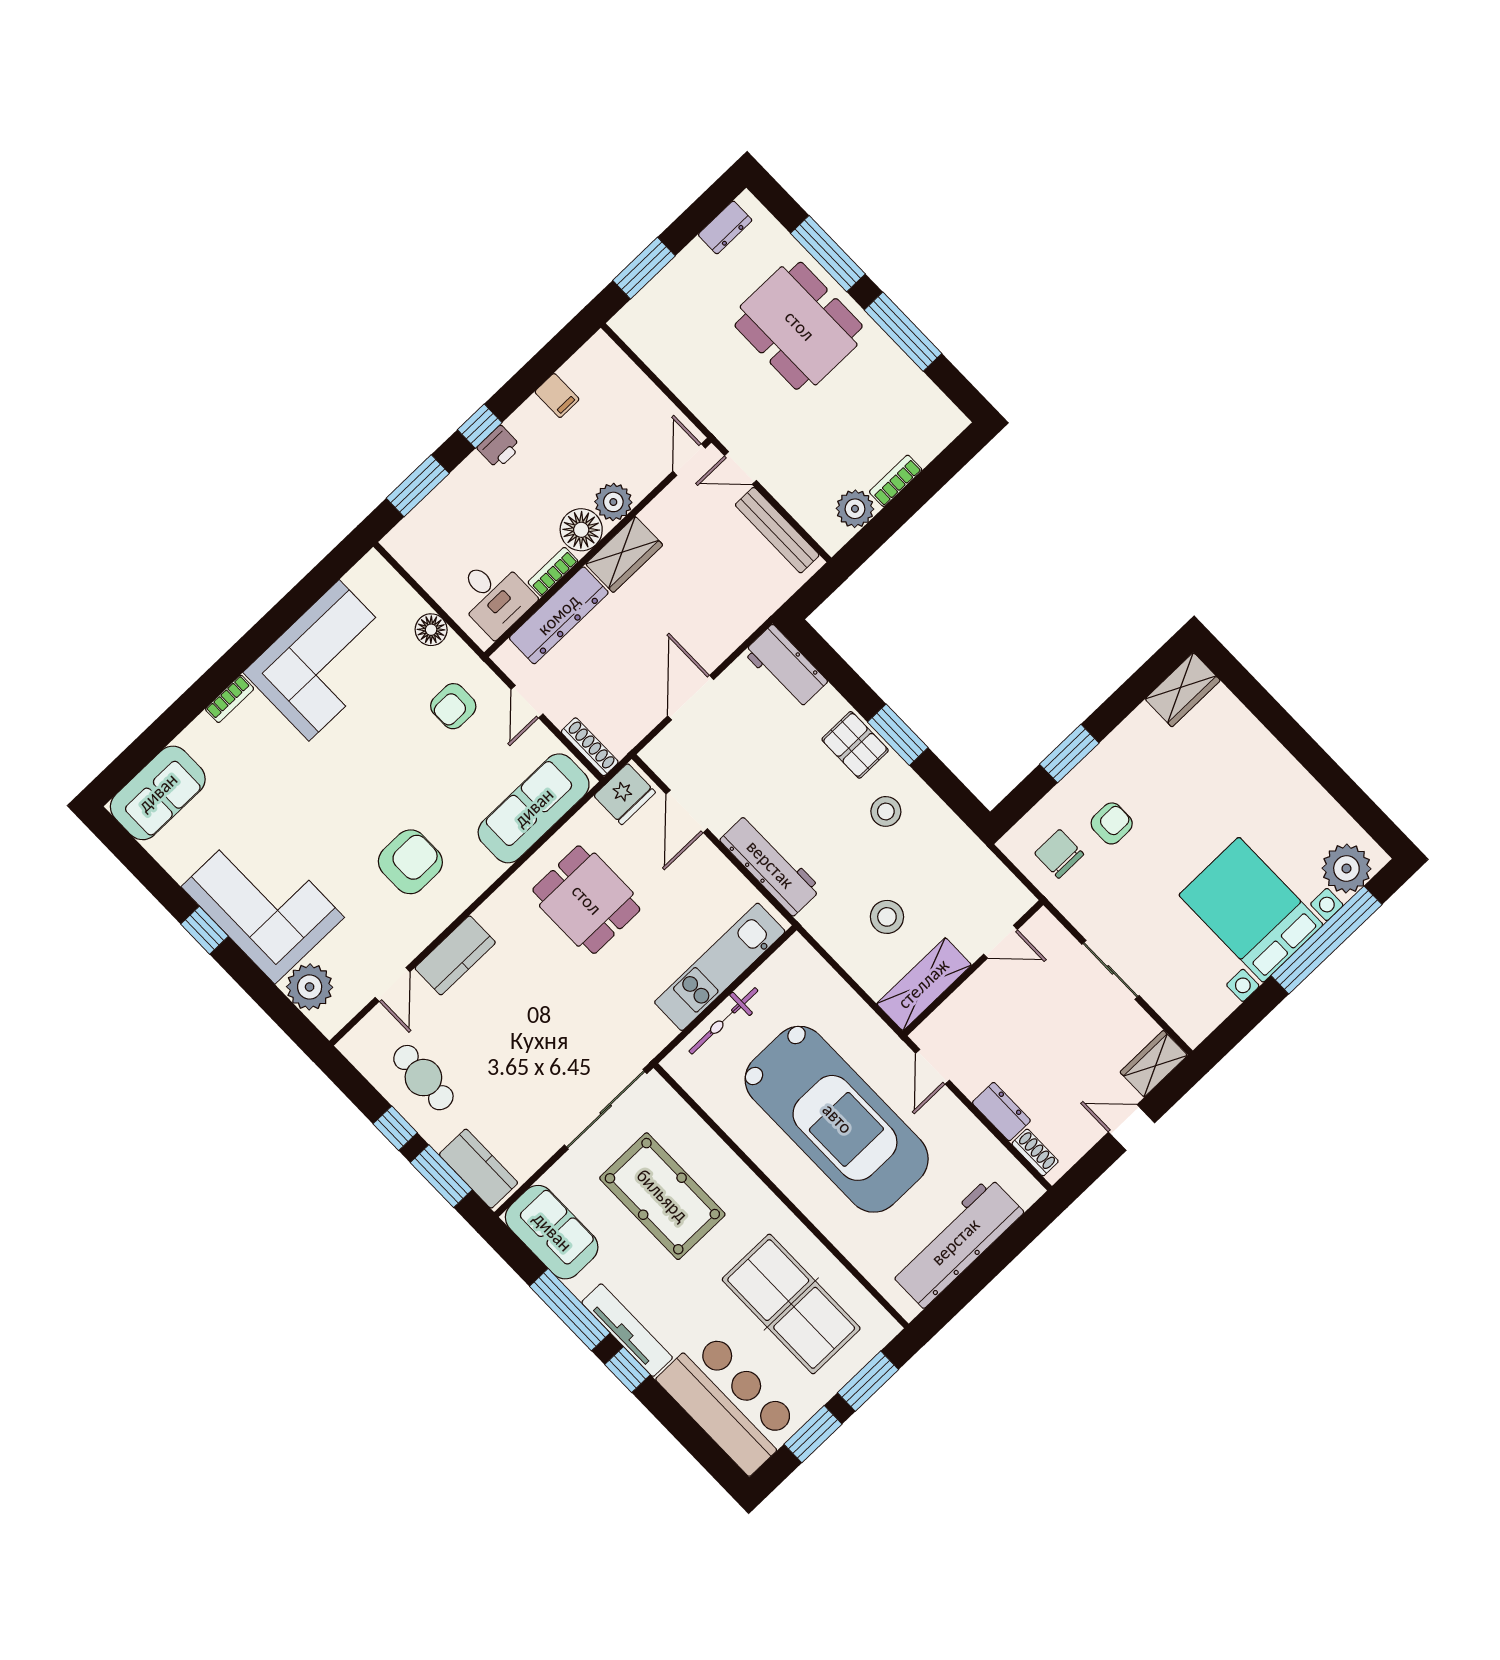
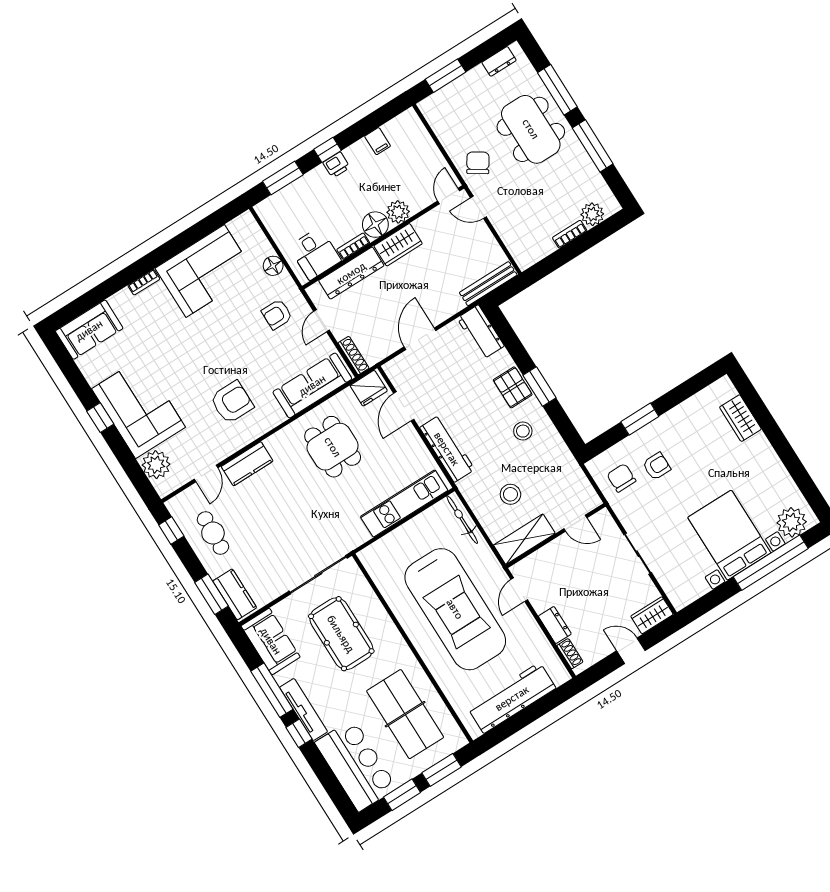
chair: (725, 397) -> (478, 163), added
plant: (855, 509) -> (592, 214), moved
bench: (777, 530) -> (488, 284), moved, turned 90
wardrobe: (1183, 690) -> (740, 418), moved, turned 90
bicycle: (723, 1021) -> (462, 520), moved, turned 90
window: (395, 1128) -> (171, 530), moved

